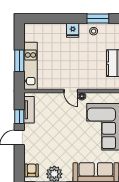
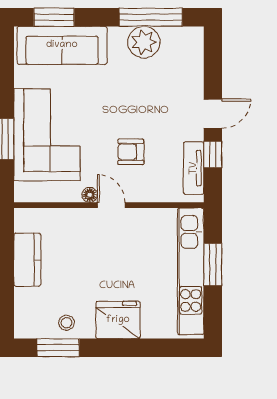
fridge: (73, 30) -> (118, 320), width x1.88, depth x1.34
kitchen unit: (30, 66) -> (191, 271), width x1.36
armchair: (32, 170) -> (131, 152), moved, turned 90

